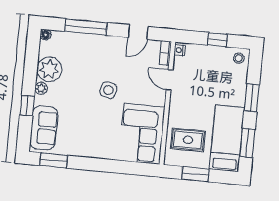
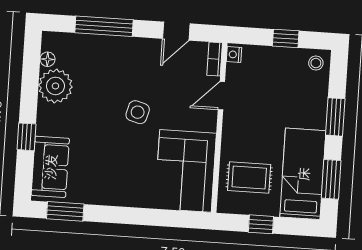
floor lamp: (46, 35) -> (48, 59), moved
door: (170, 80) -> (221, 96), hinge flipped
plant: (41, 88) -> (45, 113), removed
window: (195, 174) -> (261, 224), width x0.67

